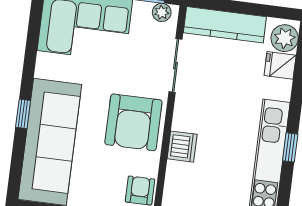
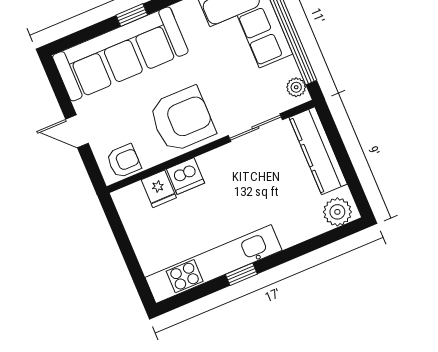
fridge: (280, 65) -> (159, 189), moved, turned 180
armchair: (133, 122) -> (182, 119), turned 180

